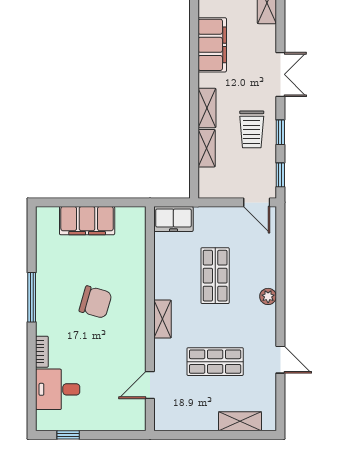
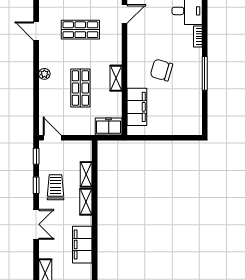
double door: (280, 74) -> (36, 224), swing flipped
filing cabinet: (87, 221) -> (137, 107), moved, turned 90
shelving: (163, 319) -> (116, 78), moved

